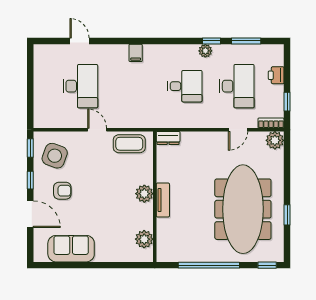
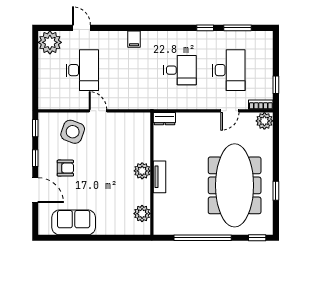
plant: (205, 51) -> (50, 42), moved, width x1.88, depth x1.88
printer: (276, 75) -> (266, 60), removed
coffee table: (129, 144) -> (128, 124), removed
side table: (55, 156) -> (73, 132), moved

